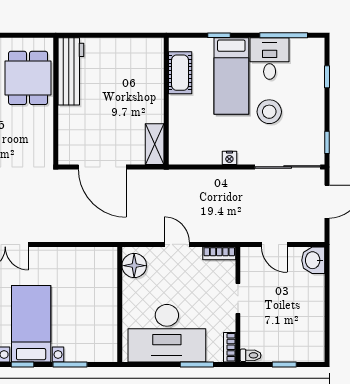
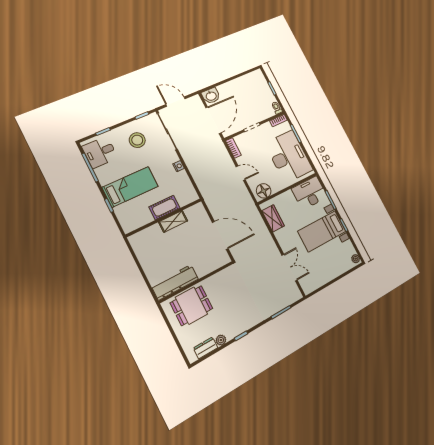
desk: (270, 59) -> (100, 152), moved
cot: (180, 73) -> (164, 207), moved
stool: (269, 112) -> (137, 140), moved
shelving: (155, 144) -> (173, 221), moved
door: (102, 167) -> (220, 235), hinge flipped
door: (177, 244) -> (241, 173), swing flipped
door: (274, 244) -> (213, 120), width x1.87
wardrobe: (87, 258) -> (273, 218), added
desk: (97, 336) -> (309, 193), added

